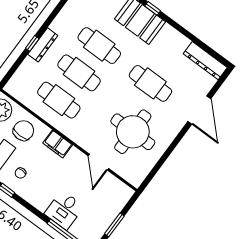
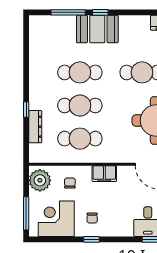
dresser: (43, 45) -> (35, 127), moved
chair: (23, 131) -> (70, 183), width x0.54, depth x0.54

